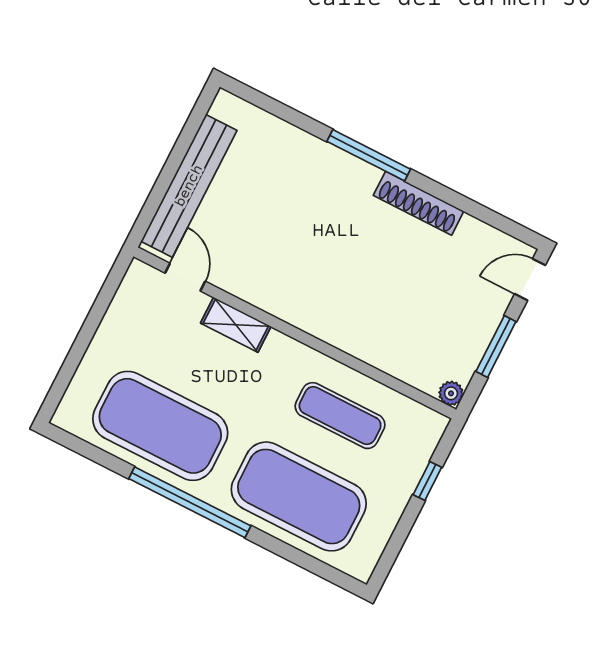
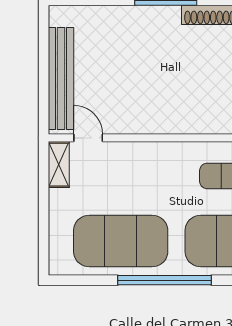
shelving: (236, 325) -> (59, 165), moved, turned 90

